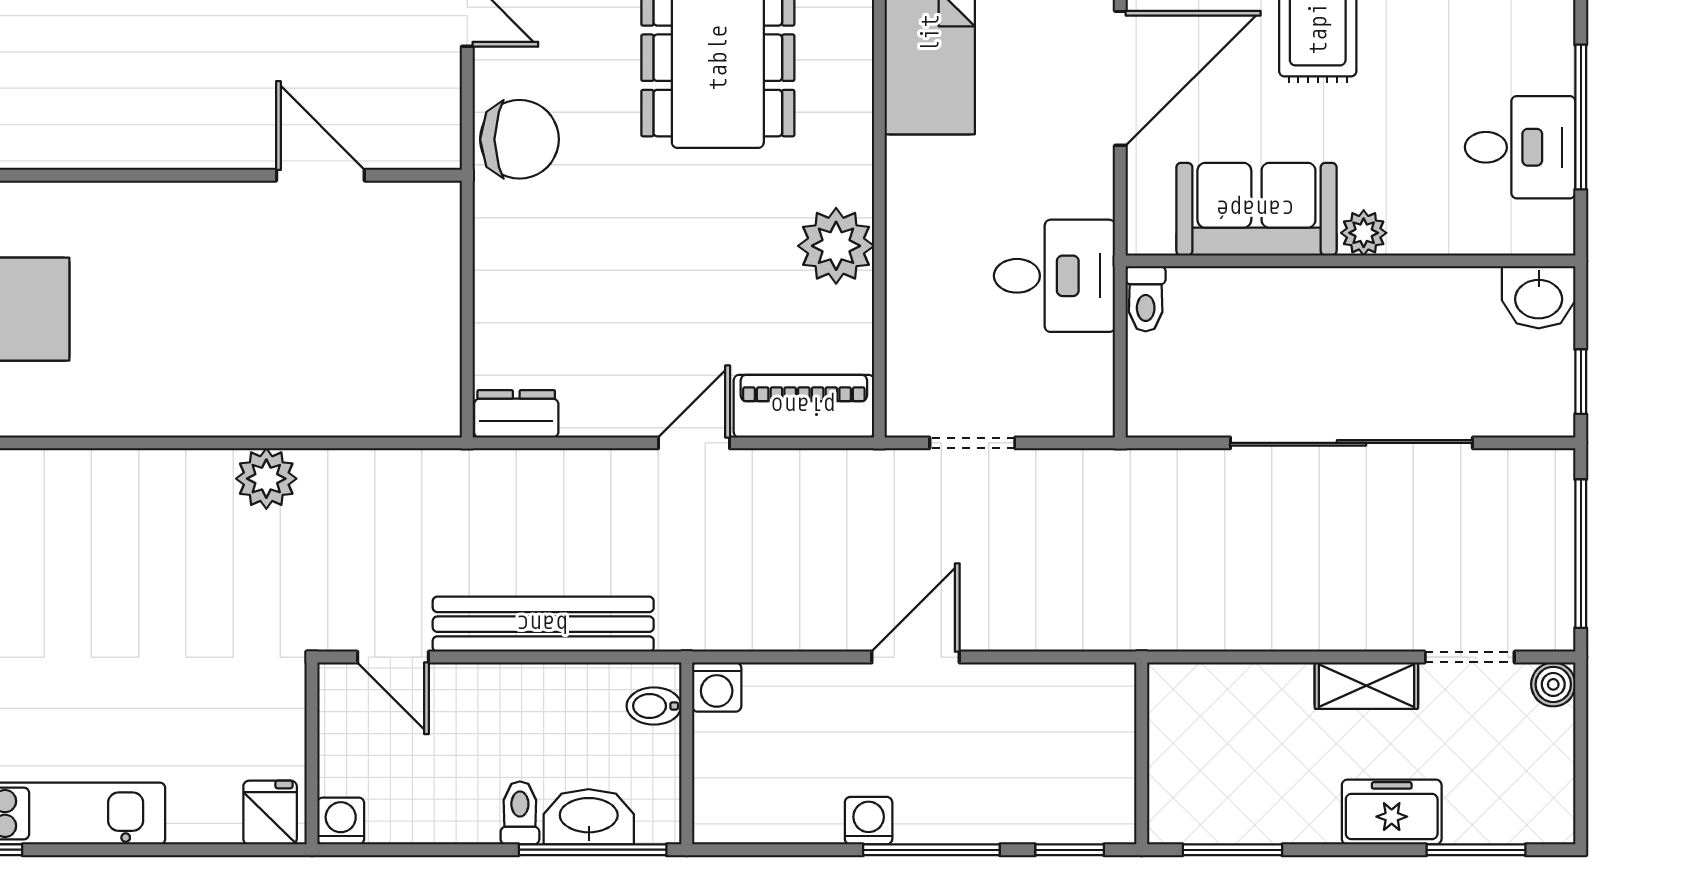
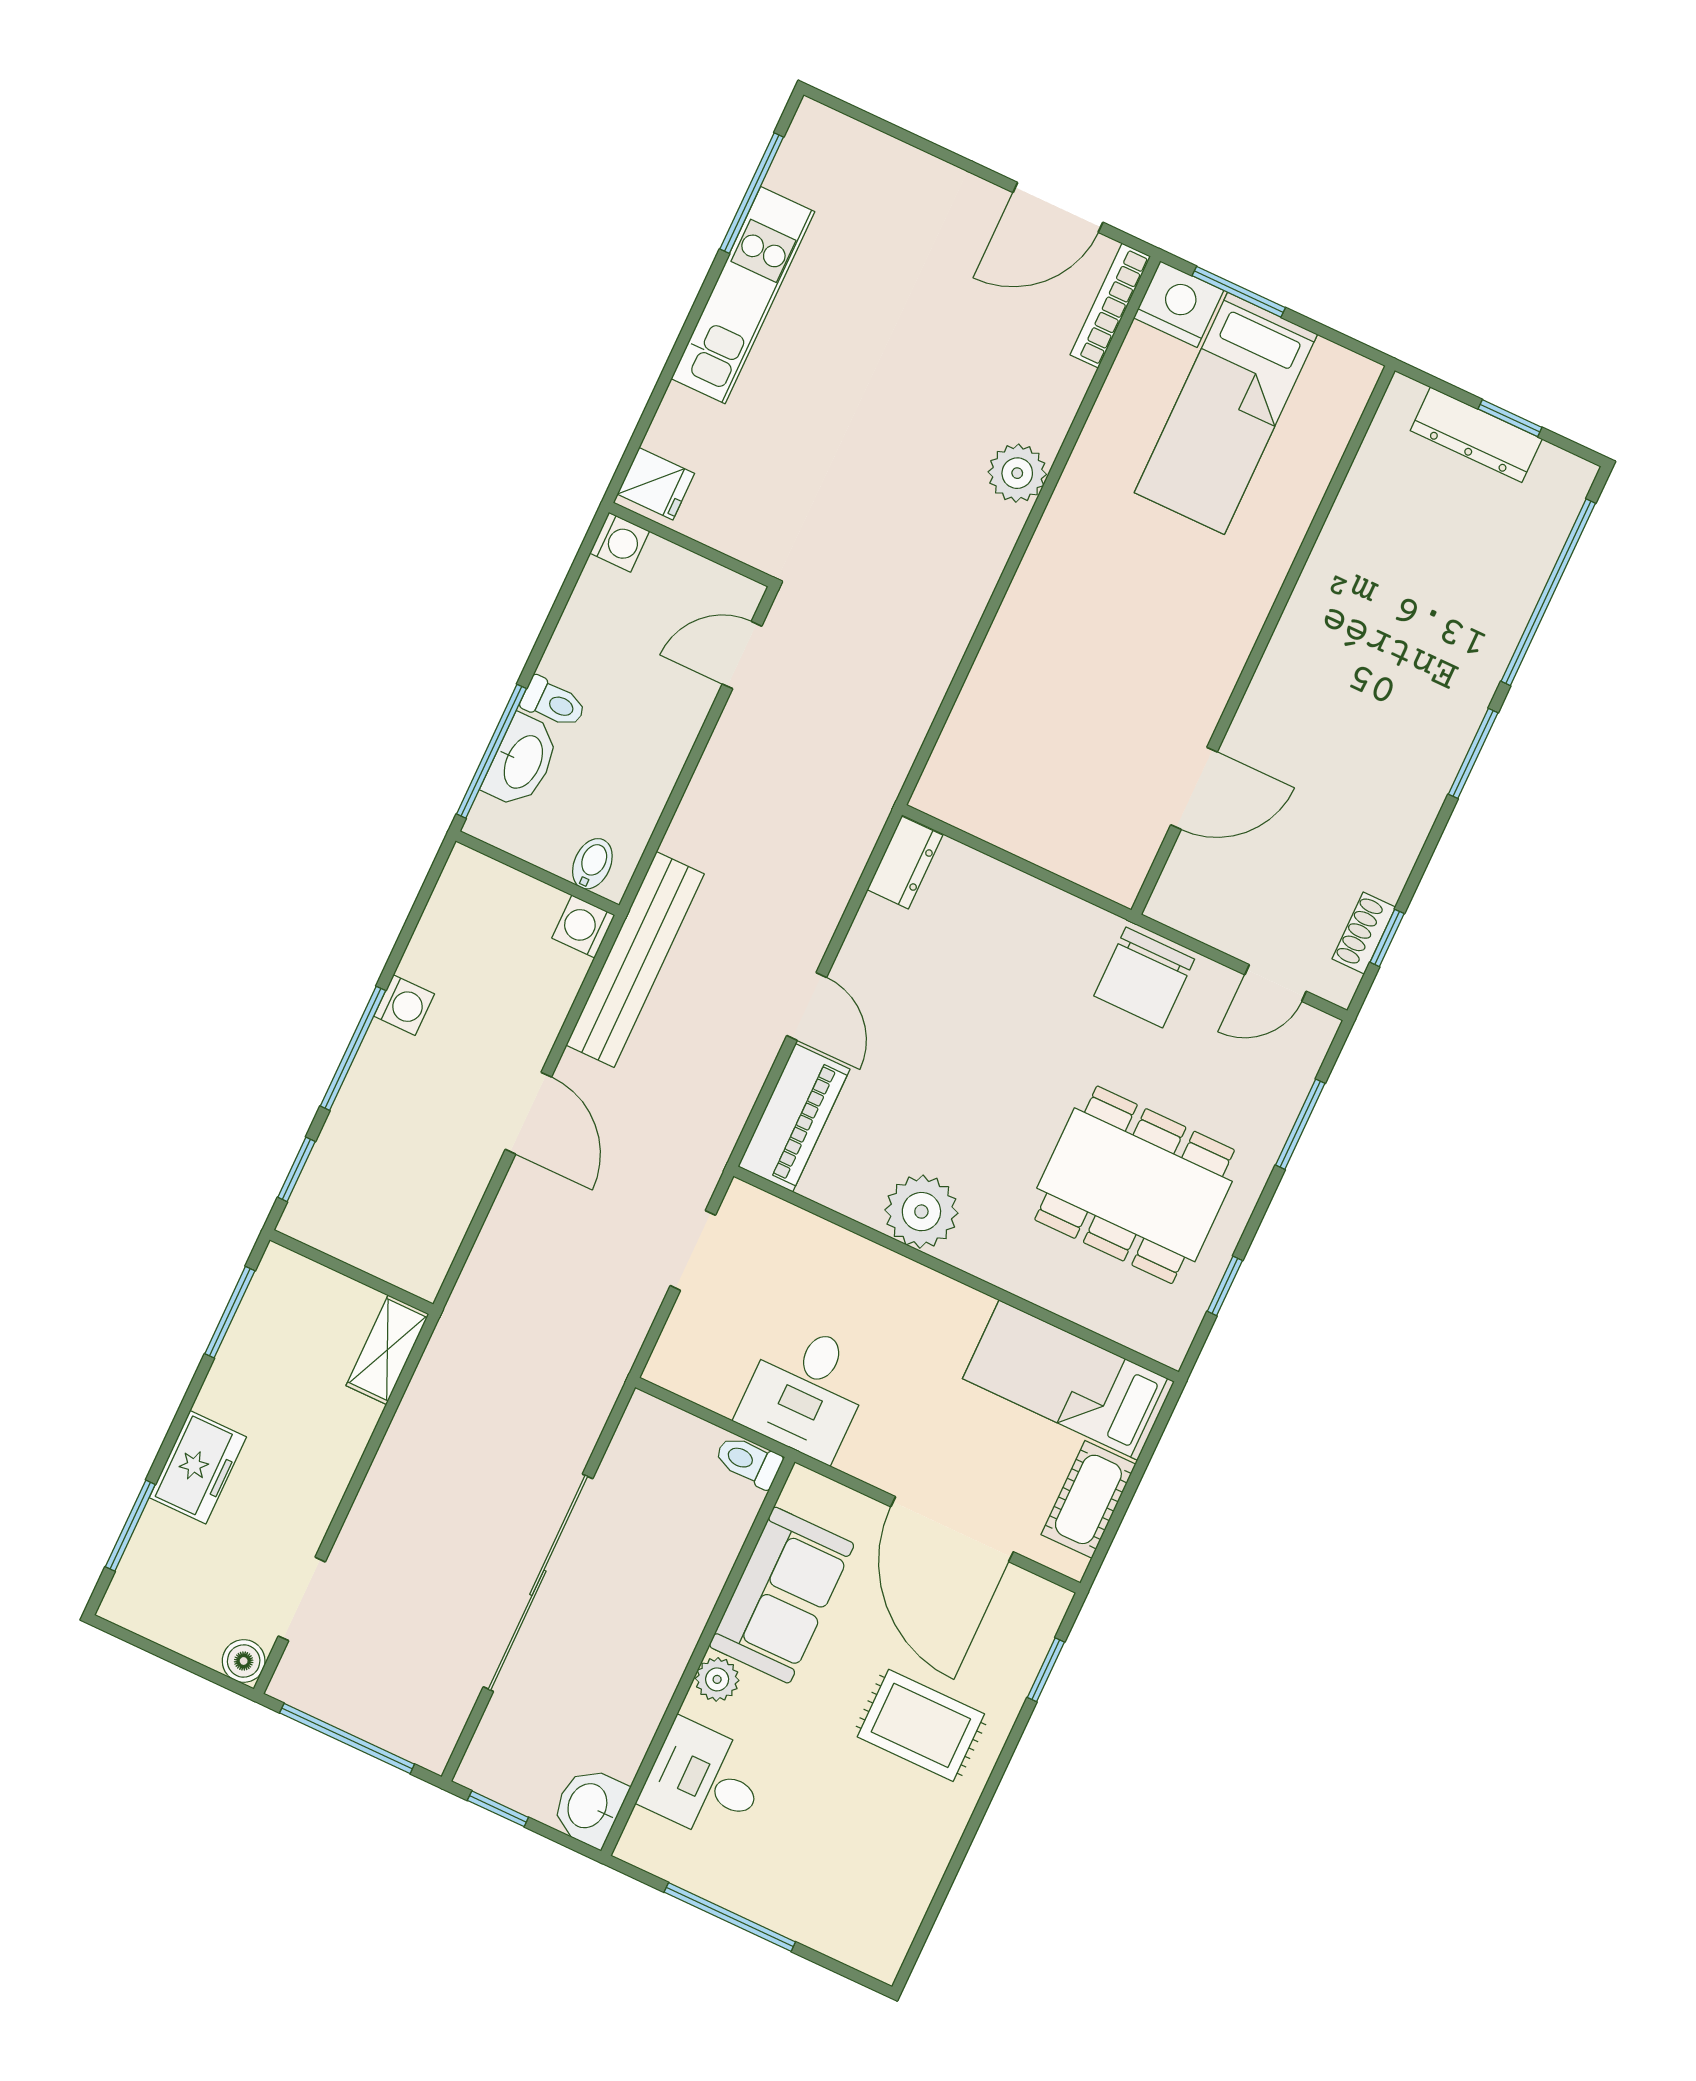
desk: (1520, 147) -> (704, 1781), moved, turned 90
plant: (266, 479) -> (1017, 473), moved
bench: (543, 624) -> (635, 959), moved
shelving: (1366, 686) -> (387, 1350), moved

